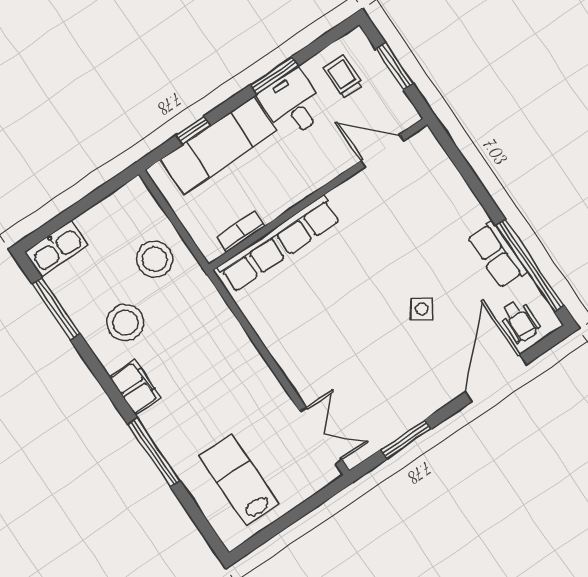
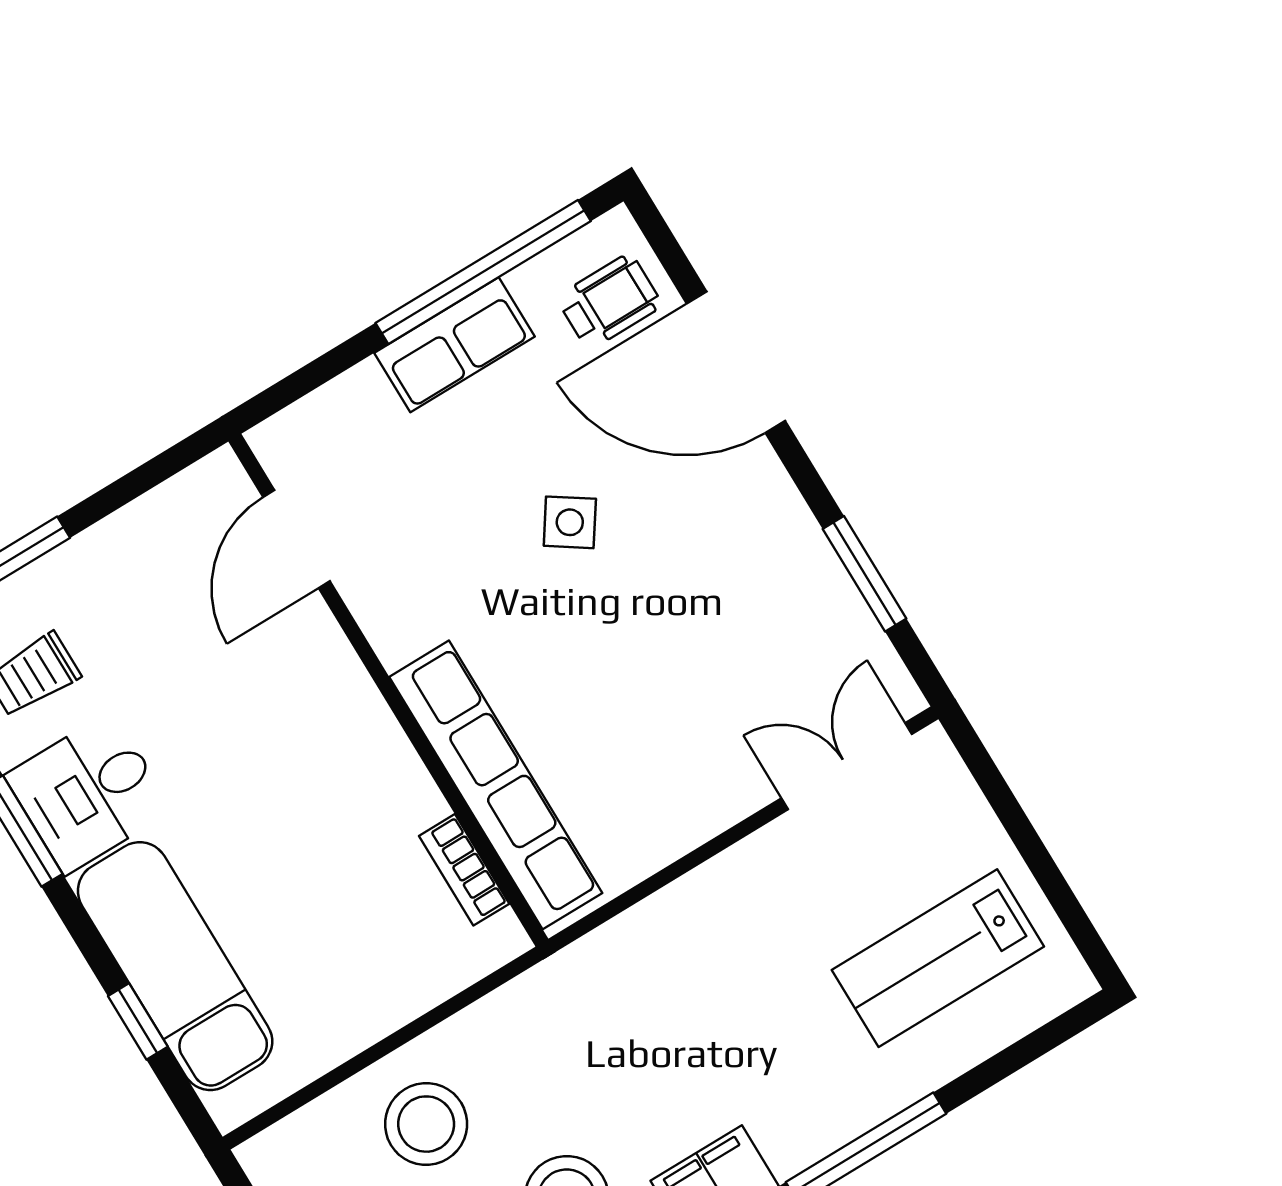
door: (382, 151) -> (297, 539), moved
wall: (318, 194) -> (388, 690), moved
bookcase: (241, 232) -> (464, 870), moved
row of seats: (279, 244) -> (496, 785), moved

